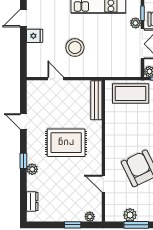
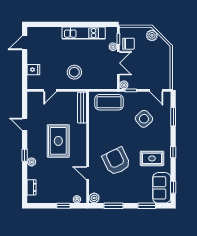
fridge: (35, 36) -> (33, 70), moved
stool: (75, 48) -> (74, 72), moved
door: (56, 79) -> (50, 90), swing flipped
rug: (66, 143) -> (58, 141), turned 90
plant: (130, 215) -> (94, 198), moved

